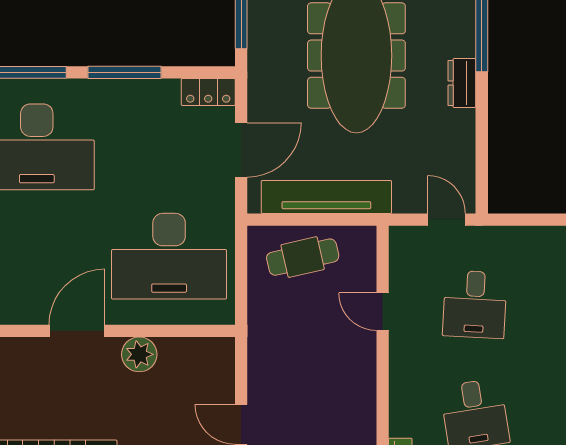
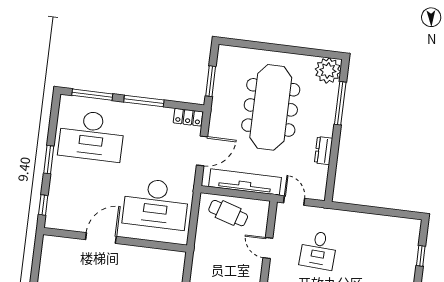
dresser: (462, 83) -> (324, 151), moved
door: (446, 220) -> (294, 201), moved
cafe table: (303, 257) -> (228, 213), turned 30
plant: (139, 354) -> (133, 255), removed

